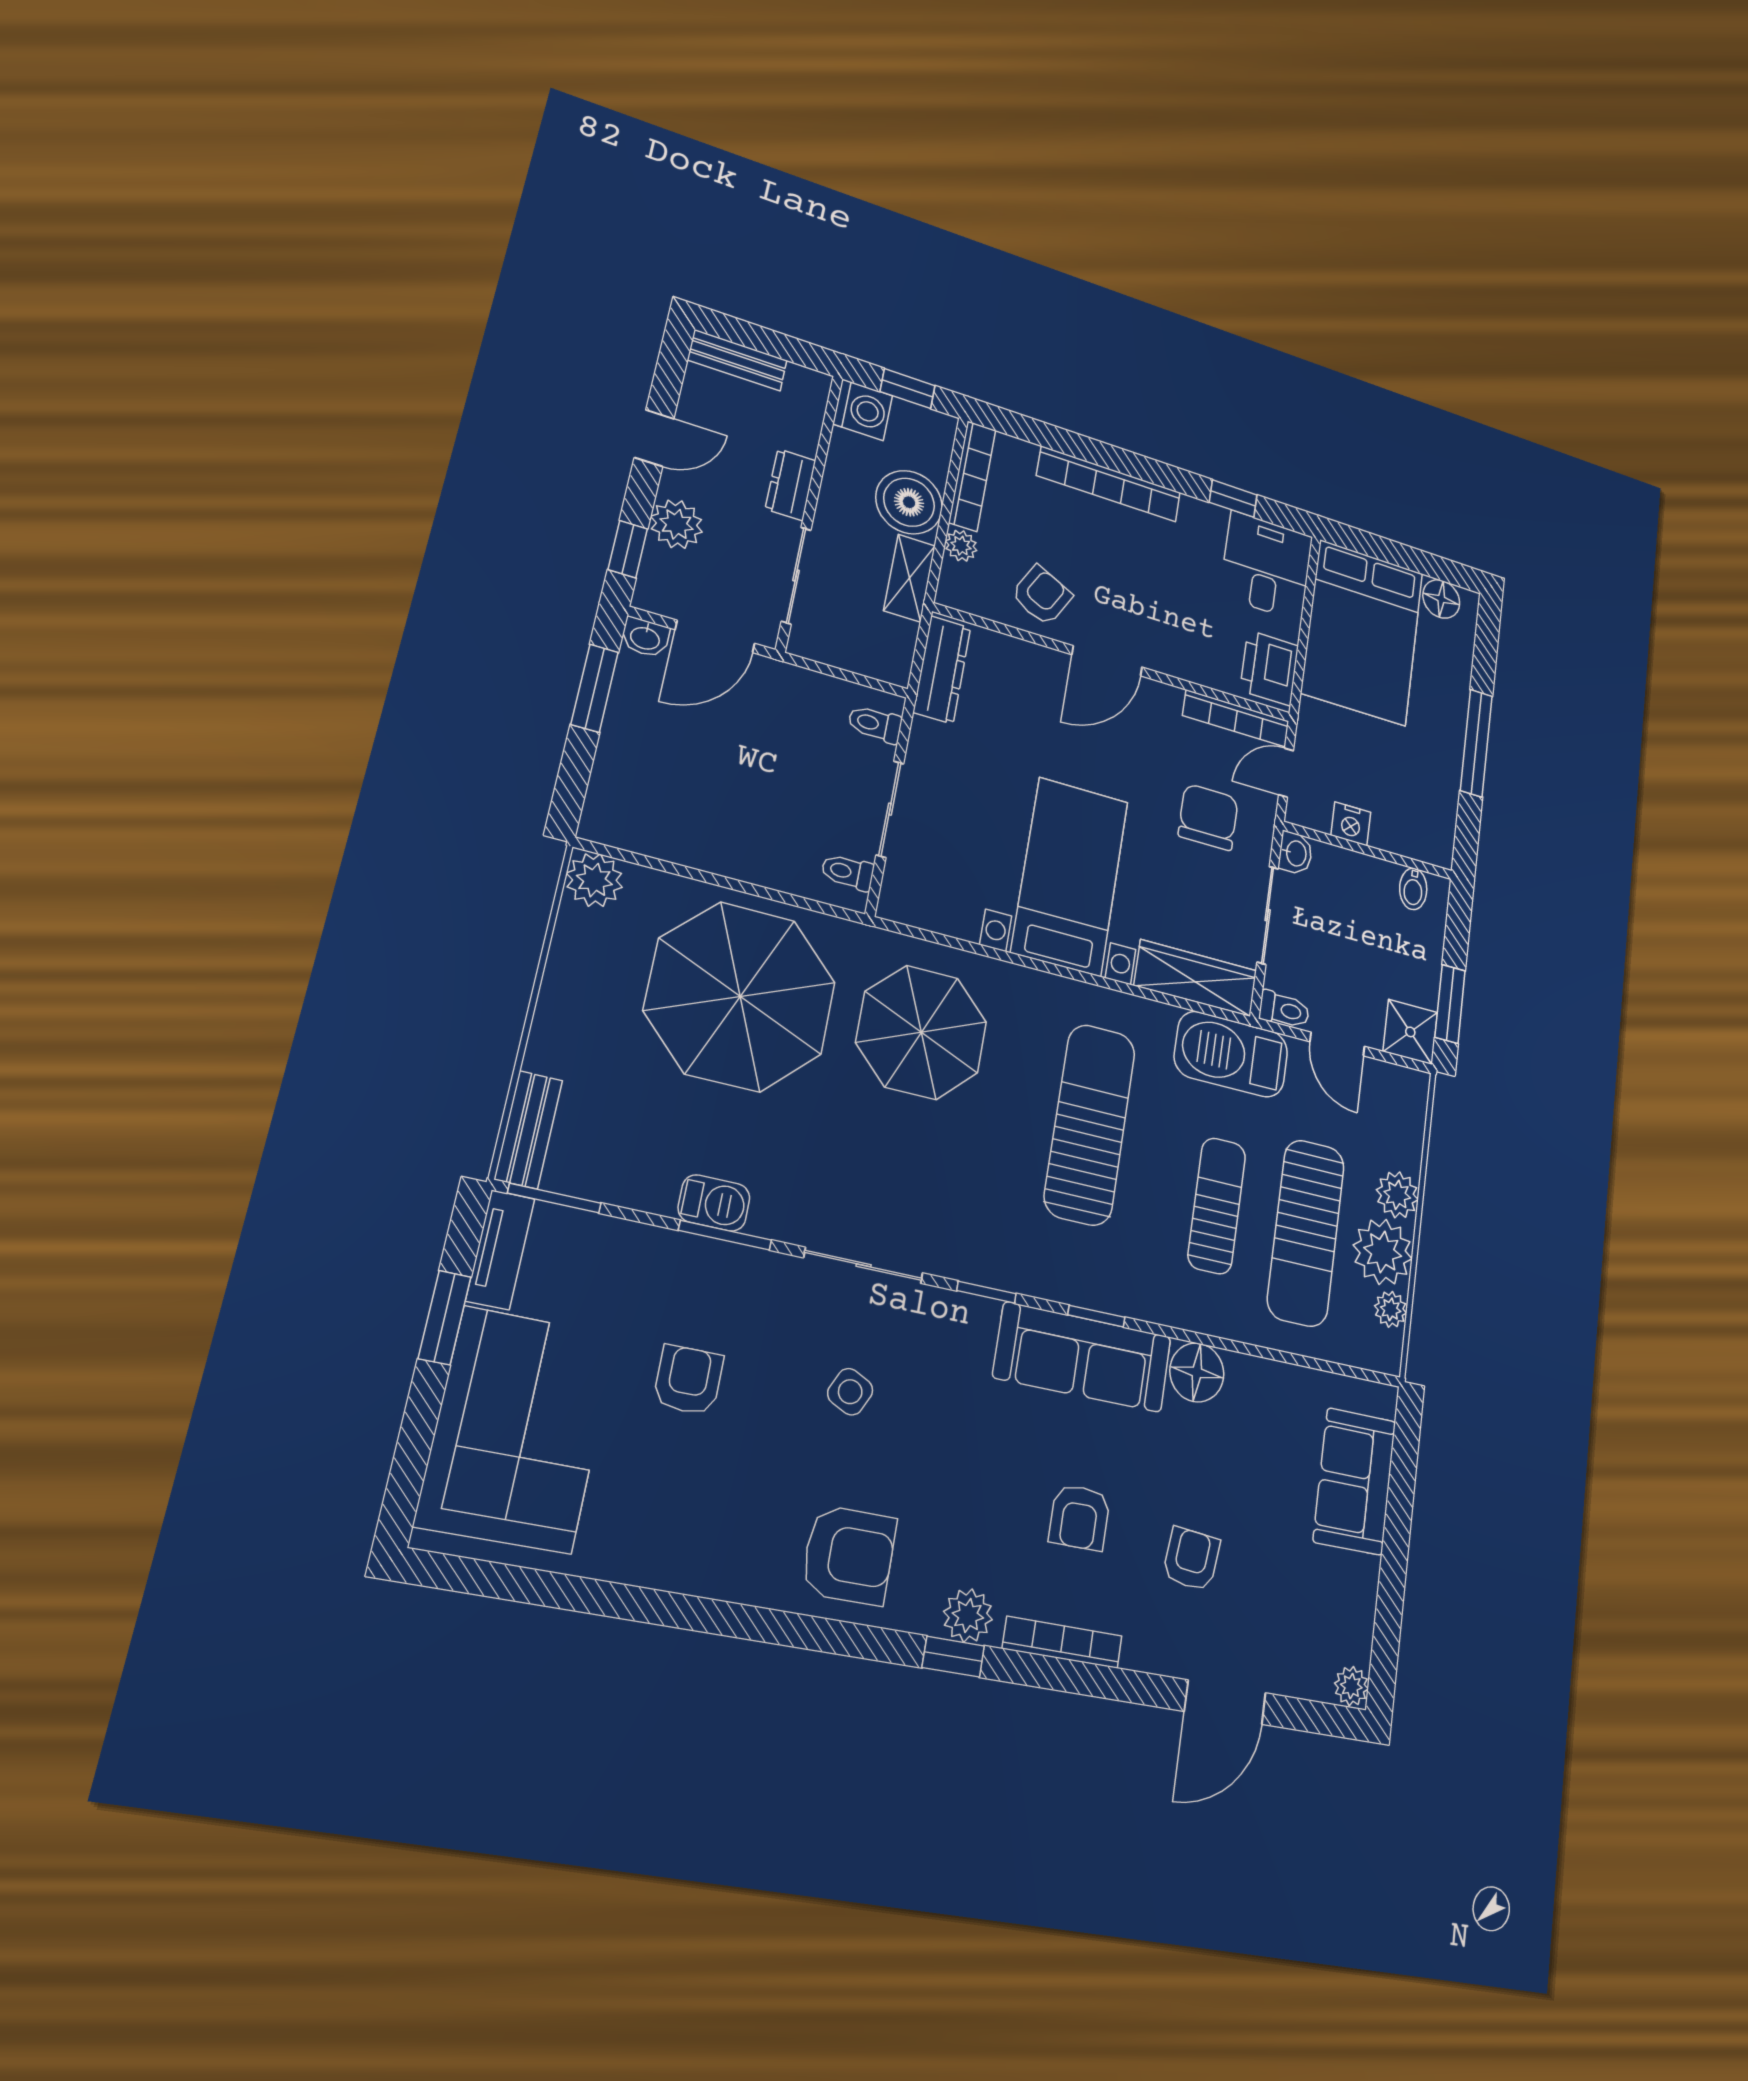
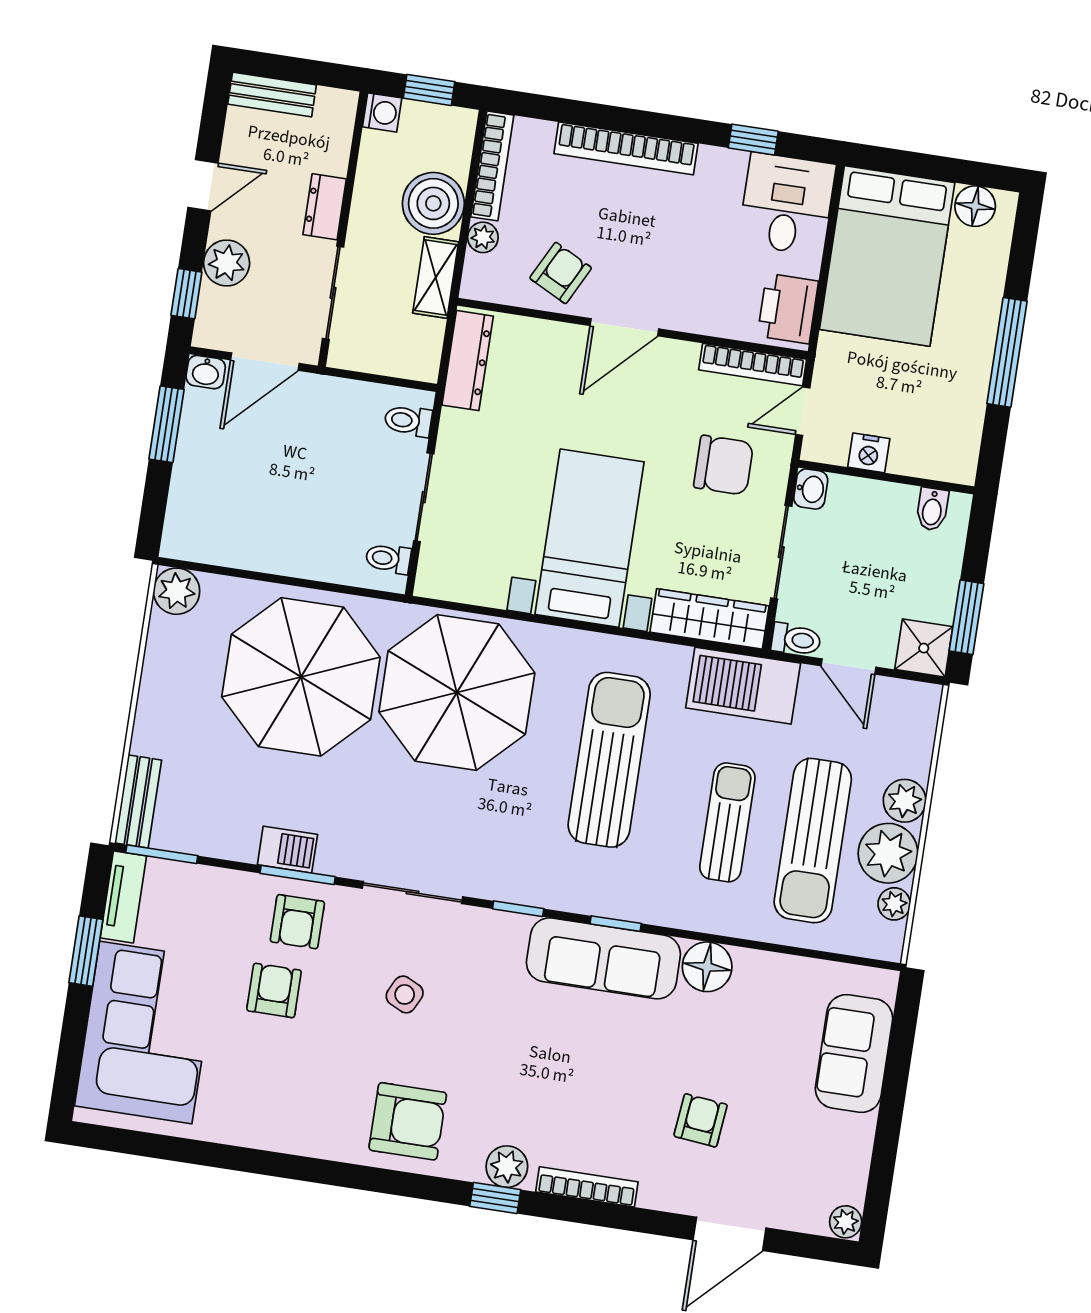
washing machine: (863, 410) -> (382, 112), width x0.73, depth x0.73
chair: (1208, 817) -> (723, 465), turned 90
parasol: (921, 1032) -> (457, 693), width x1.36, depth x1.36
armchair: (1079, 1517) -> (297, 922), moved

